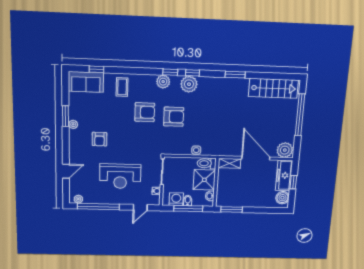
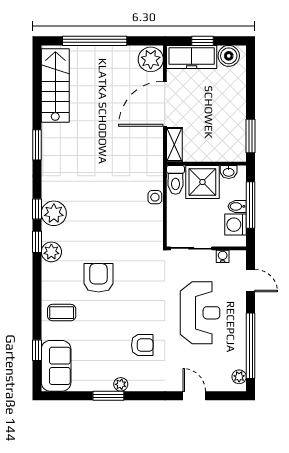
armchair: (174, 117) -> (104, 234), removed

